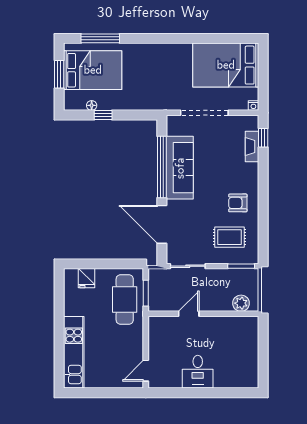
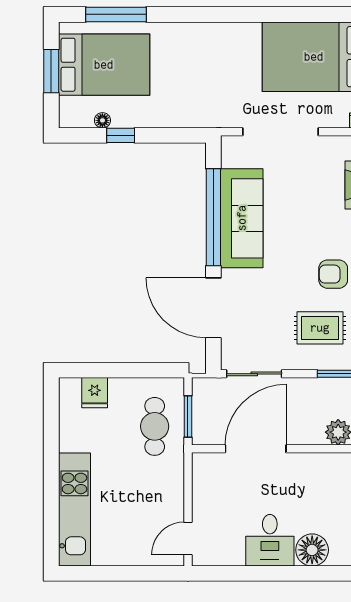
cafe table: (125, 300) -> (155, 426), width x0.73, depth x0.74
door: (189, 314) -> (256, 449), width x1.88
floor lamp: (224, 378) -> (312, 550), added

